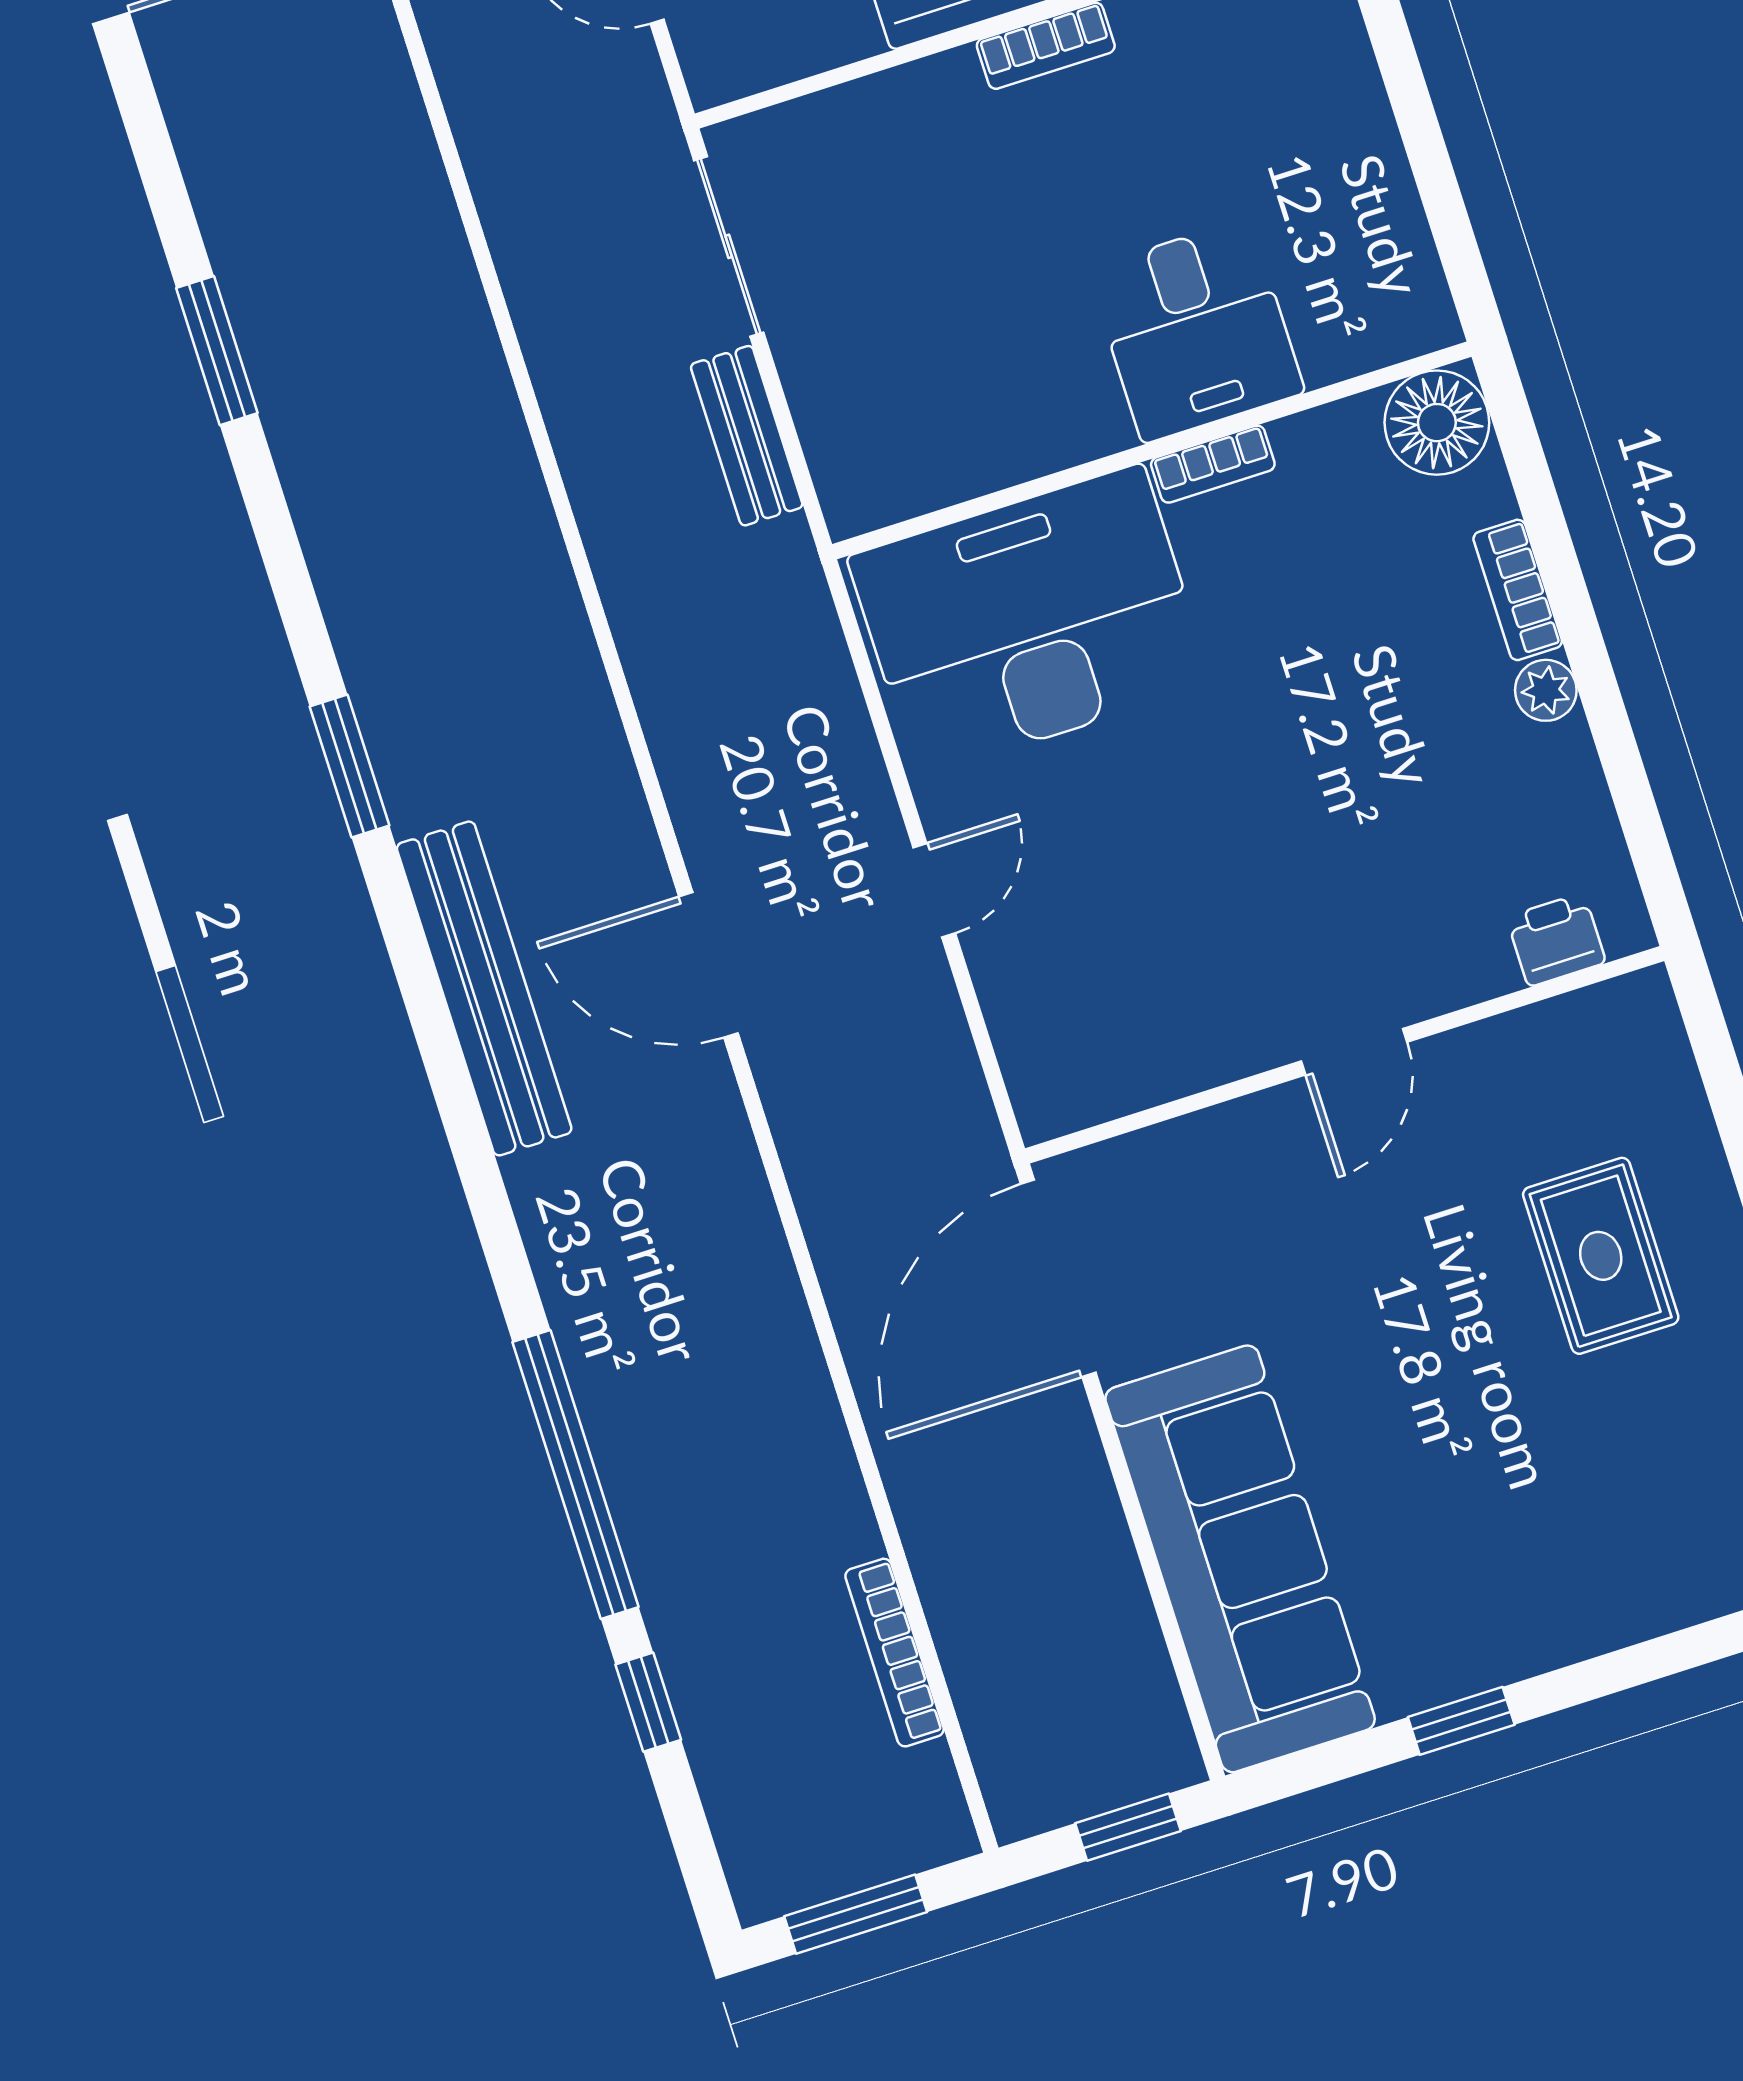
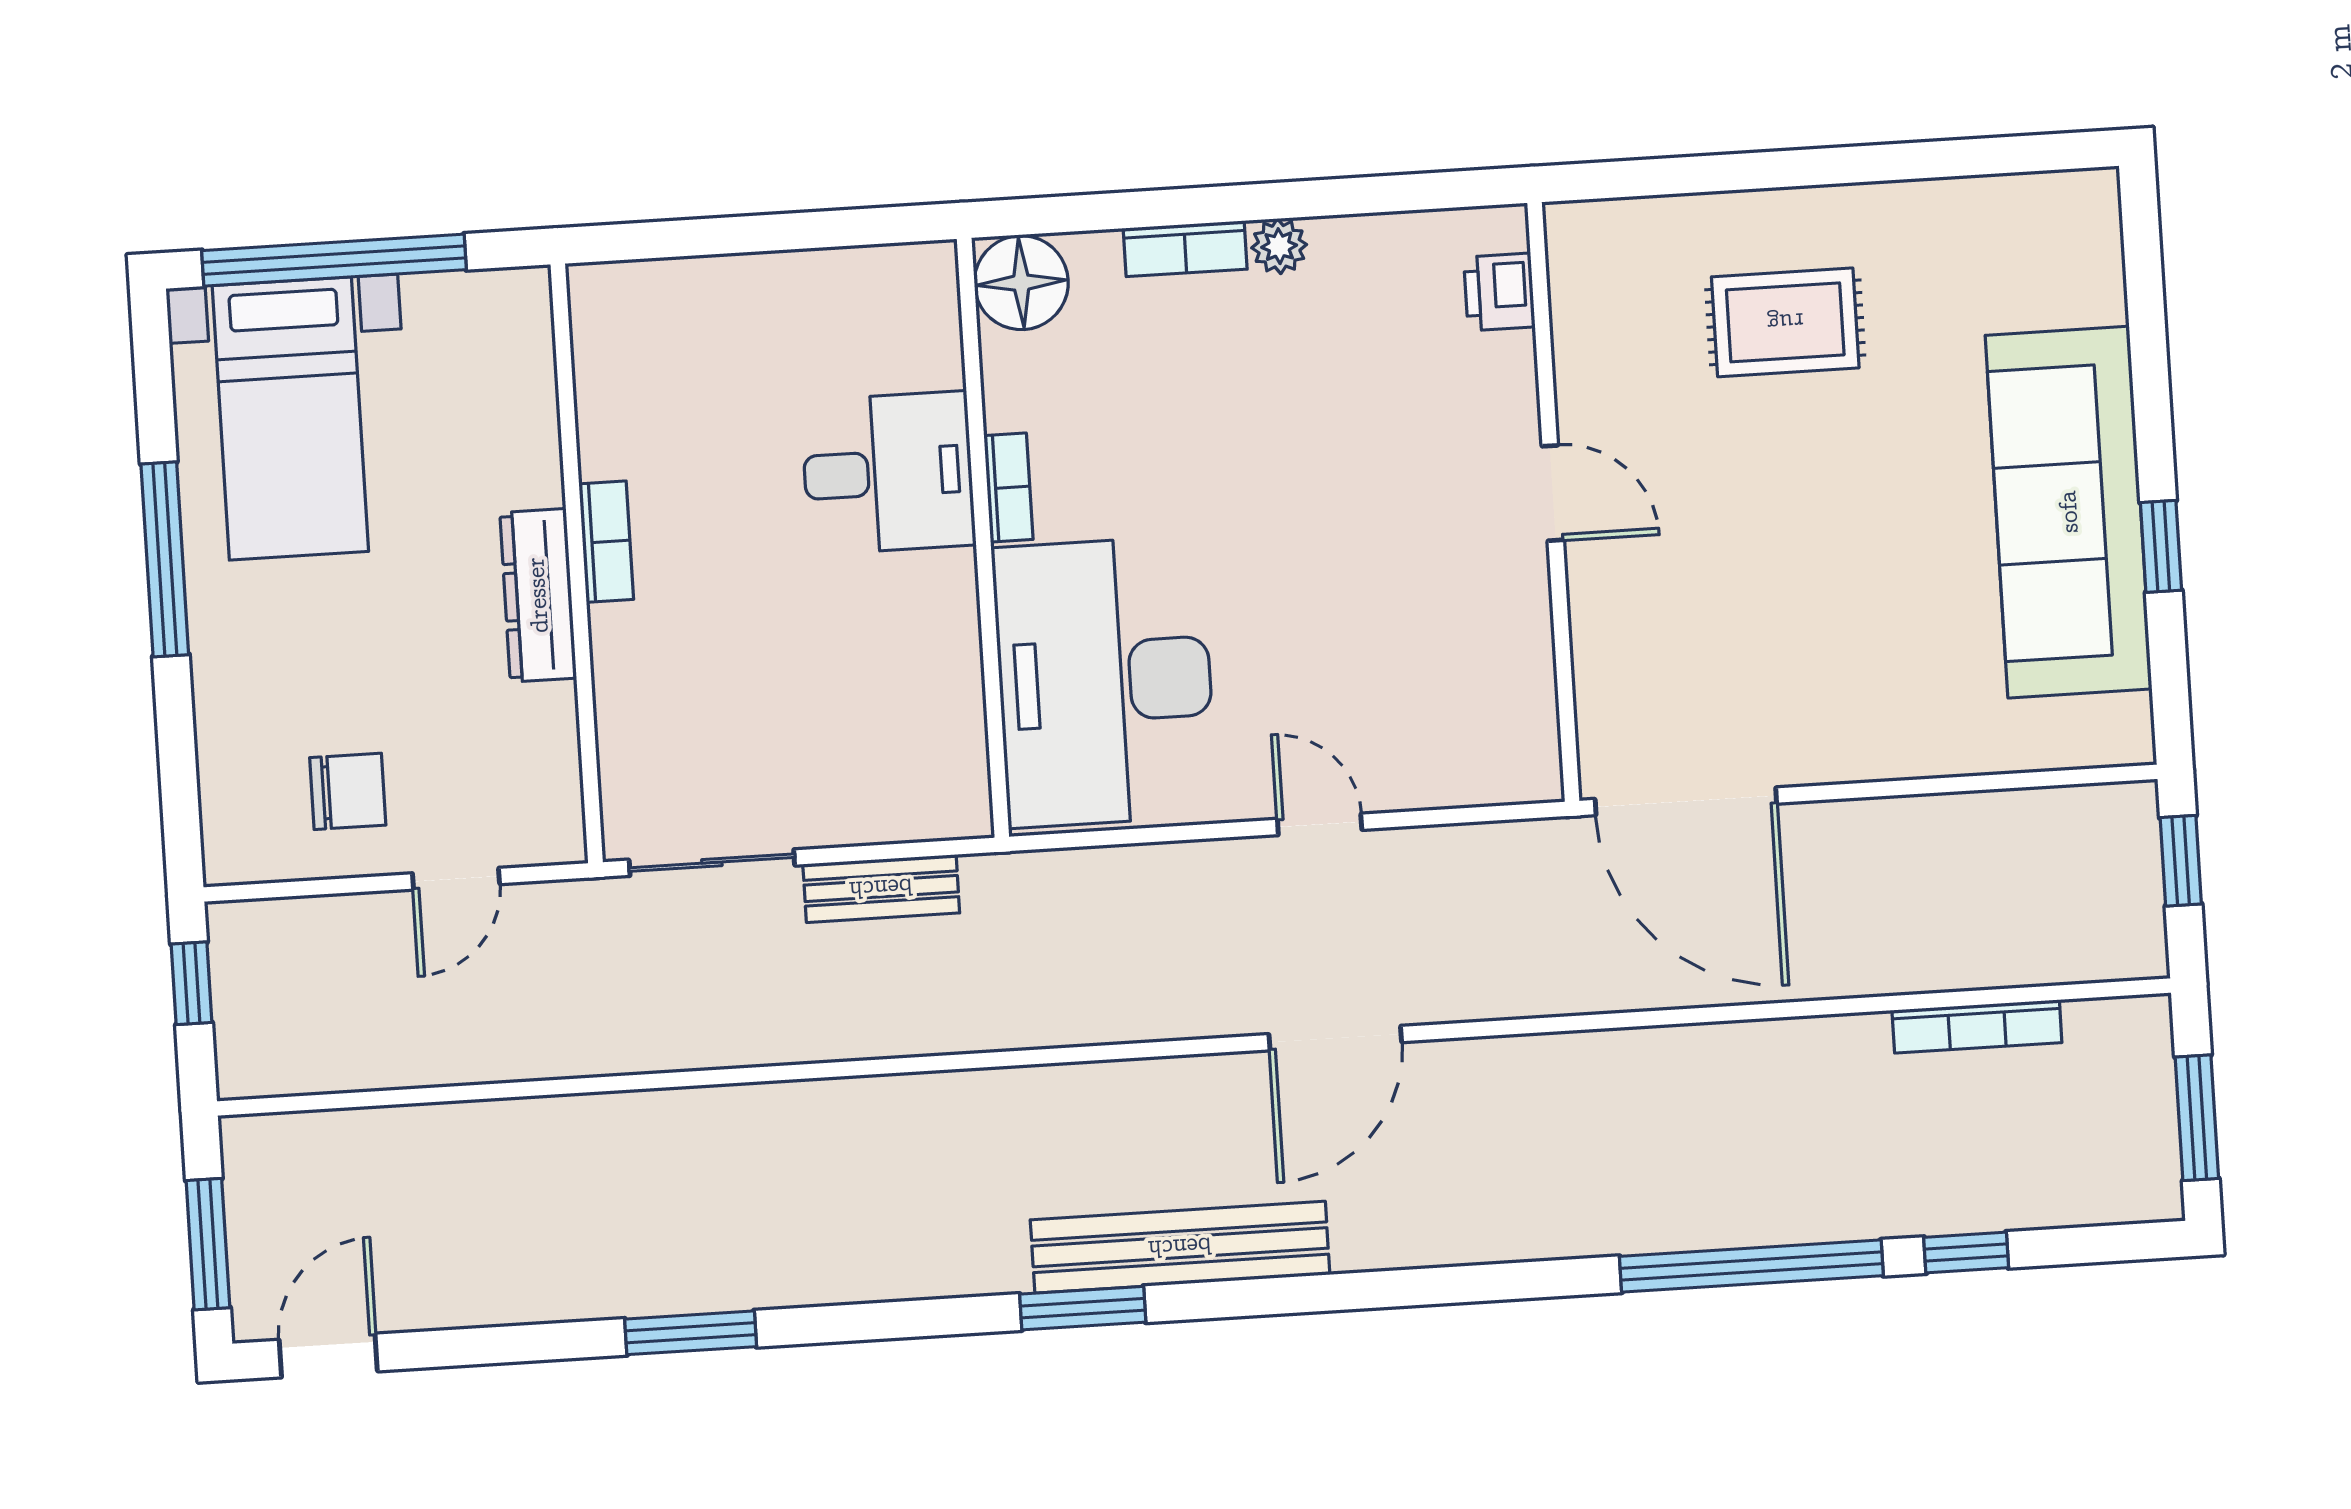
bench: (484, 988) -> (1180, 1247), moved
sofa: (1240, 1559) -> (2069, 512), moved, turned -90

